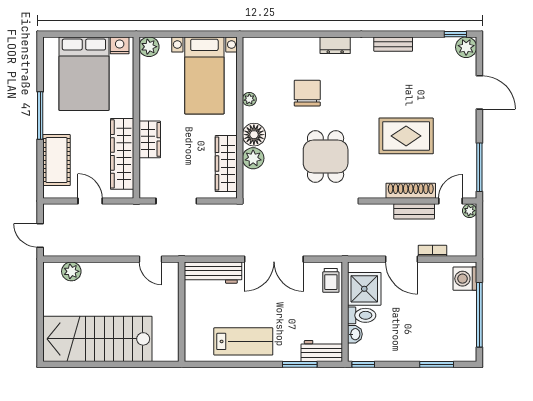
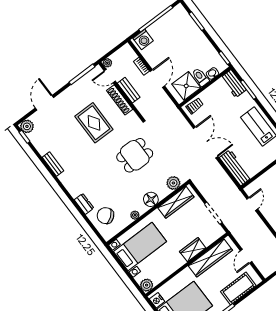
dresser: (335, 45) -> (84, 204), moved
chair: (307, 93) -> (106, 216), moved, turned 52
plant: (253, 158) -> (173, 183), moved

